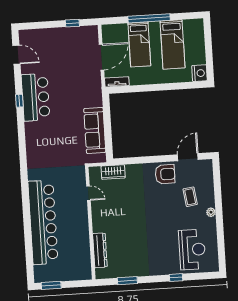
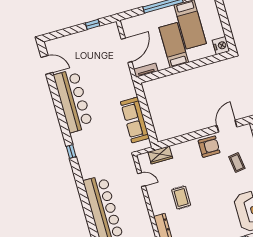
bed: (139, 44) -> (174, 45), moved, turned 180
bar counter: (36, 97) -> (73, 101), width x1.36
window: (19, 101) -> (71, 151), moved
rug: (125, 220) -> (181, 198), added

